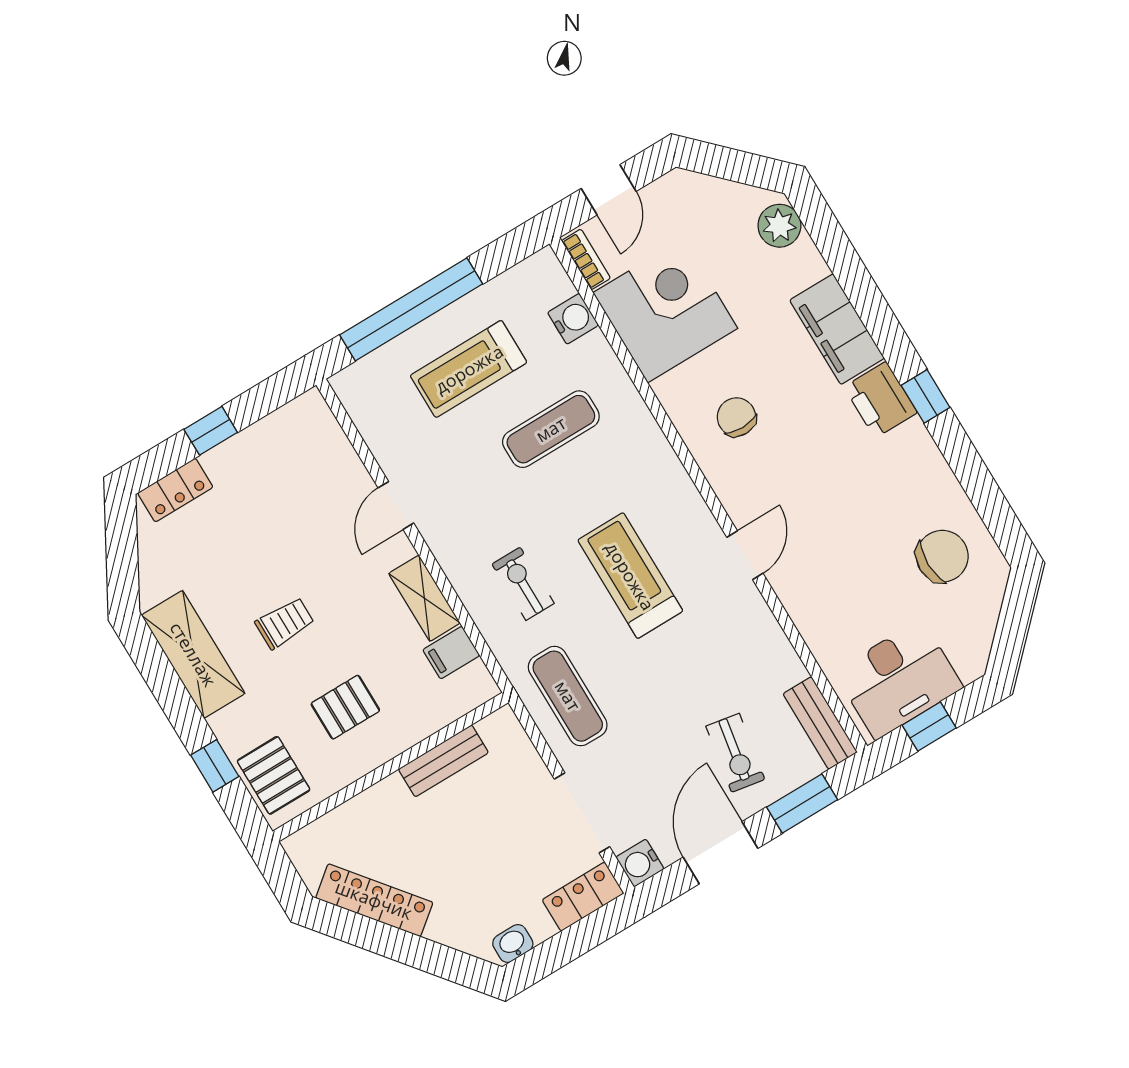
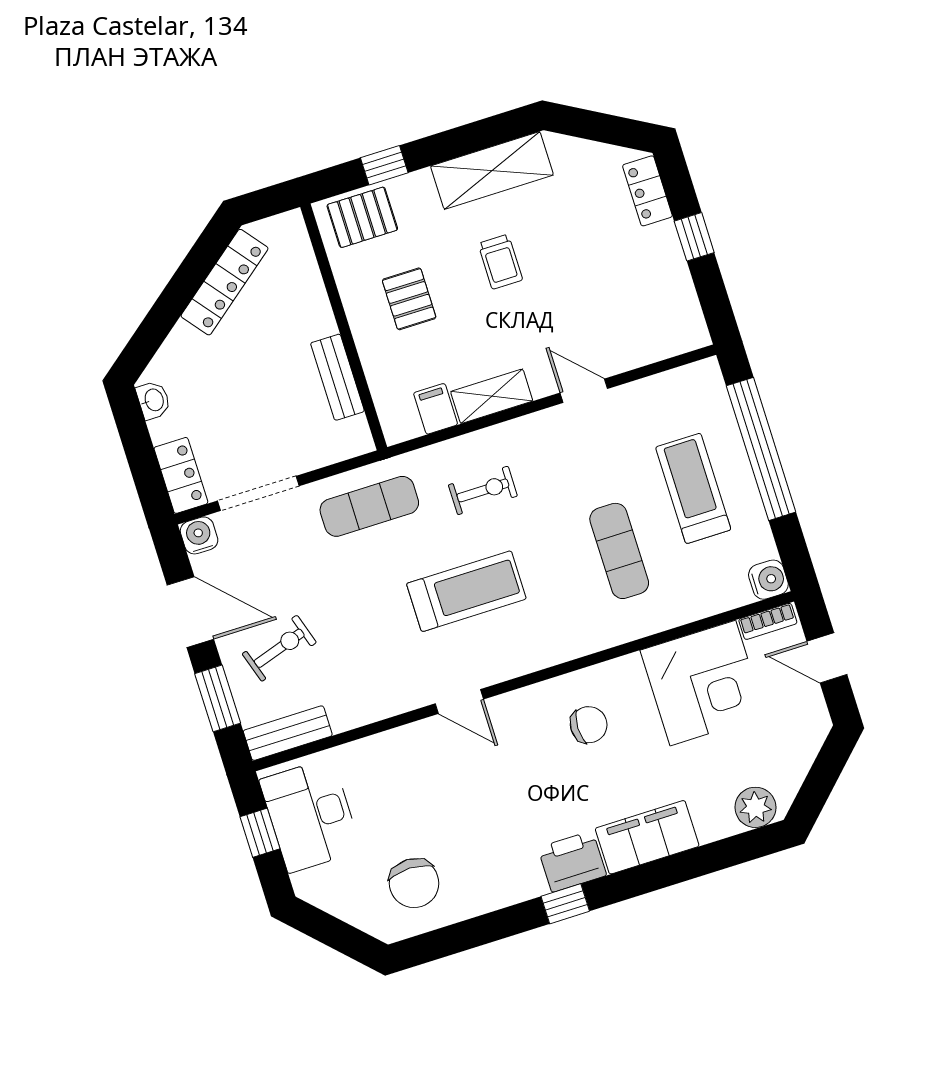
water cooler: (573, 319) -> (768, 580), moved, turned -90
exercise bike: (735, 753) -> (279, 648), turned 152

